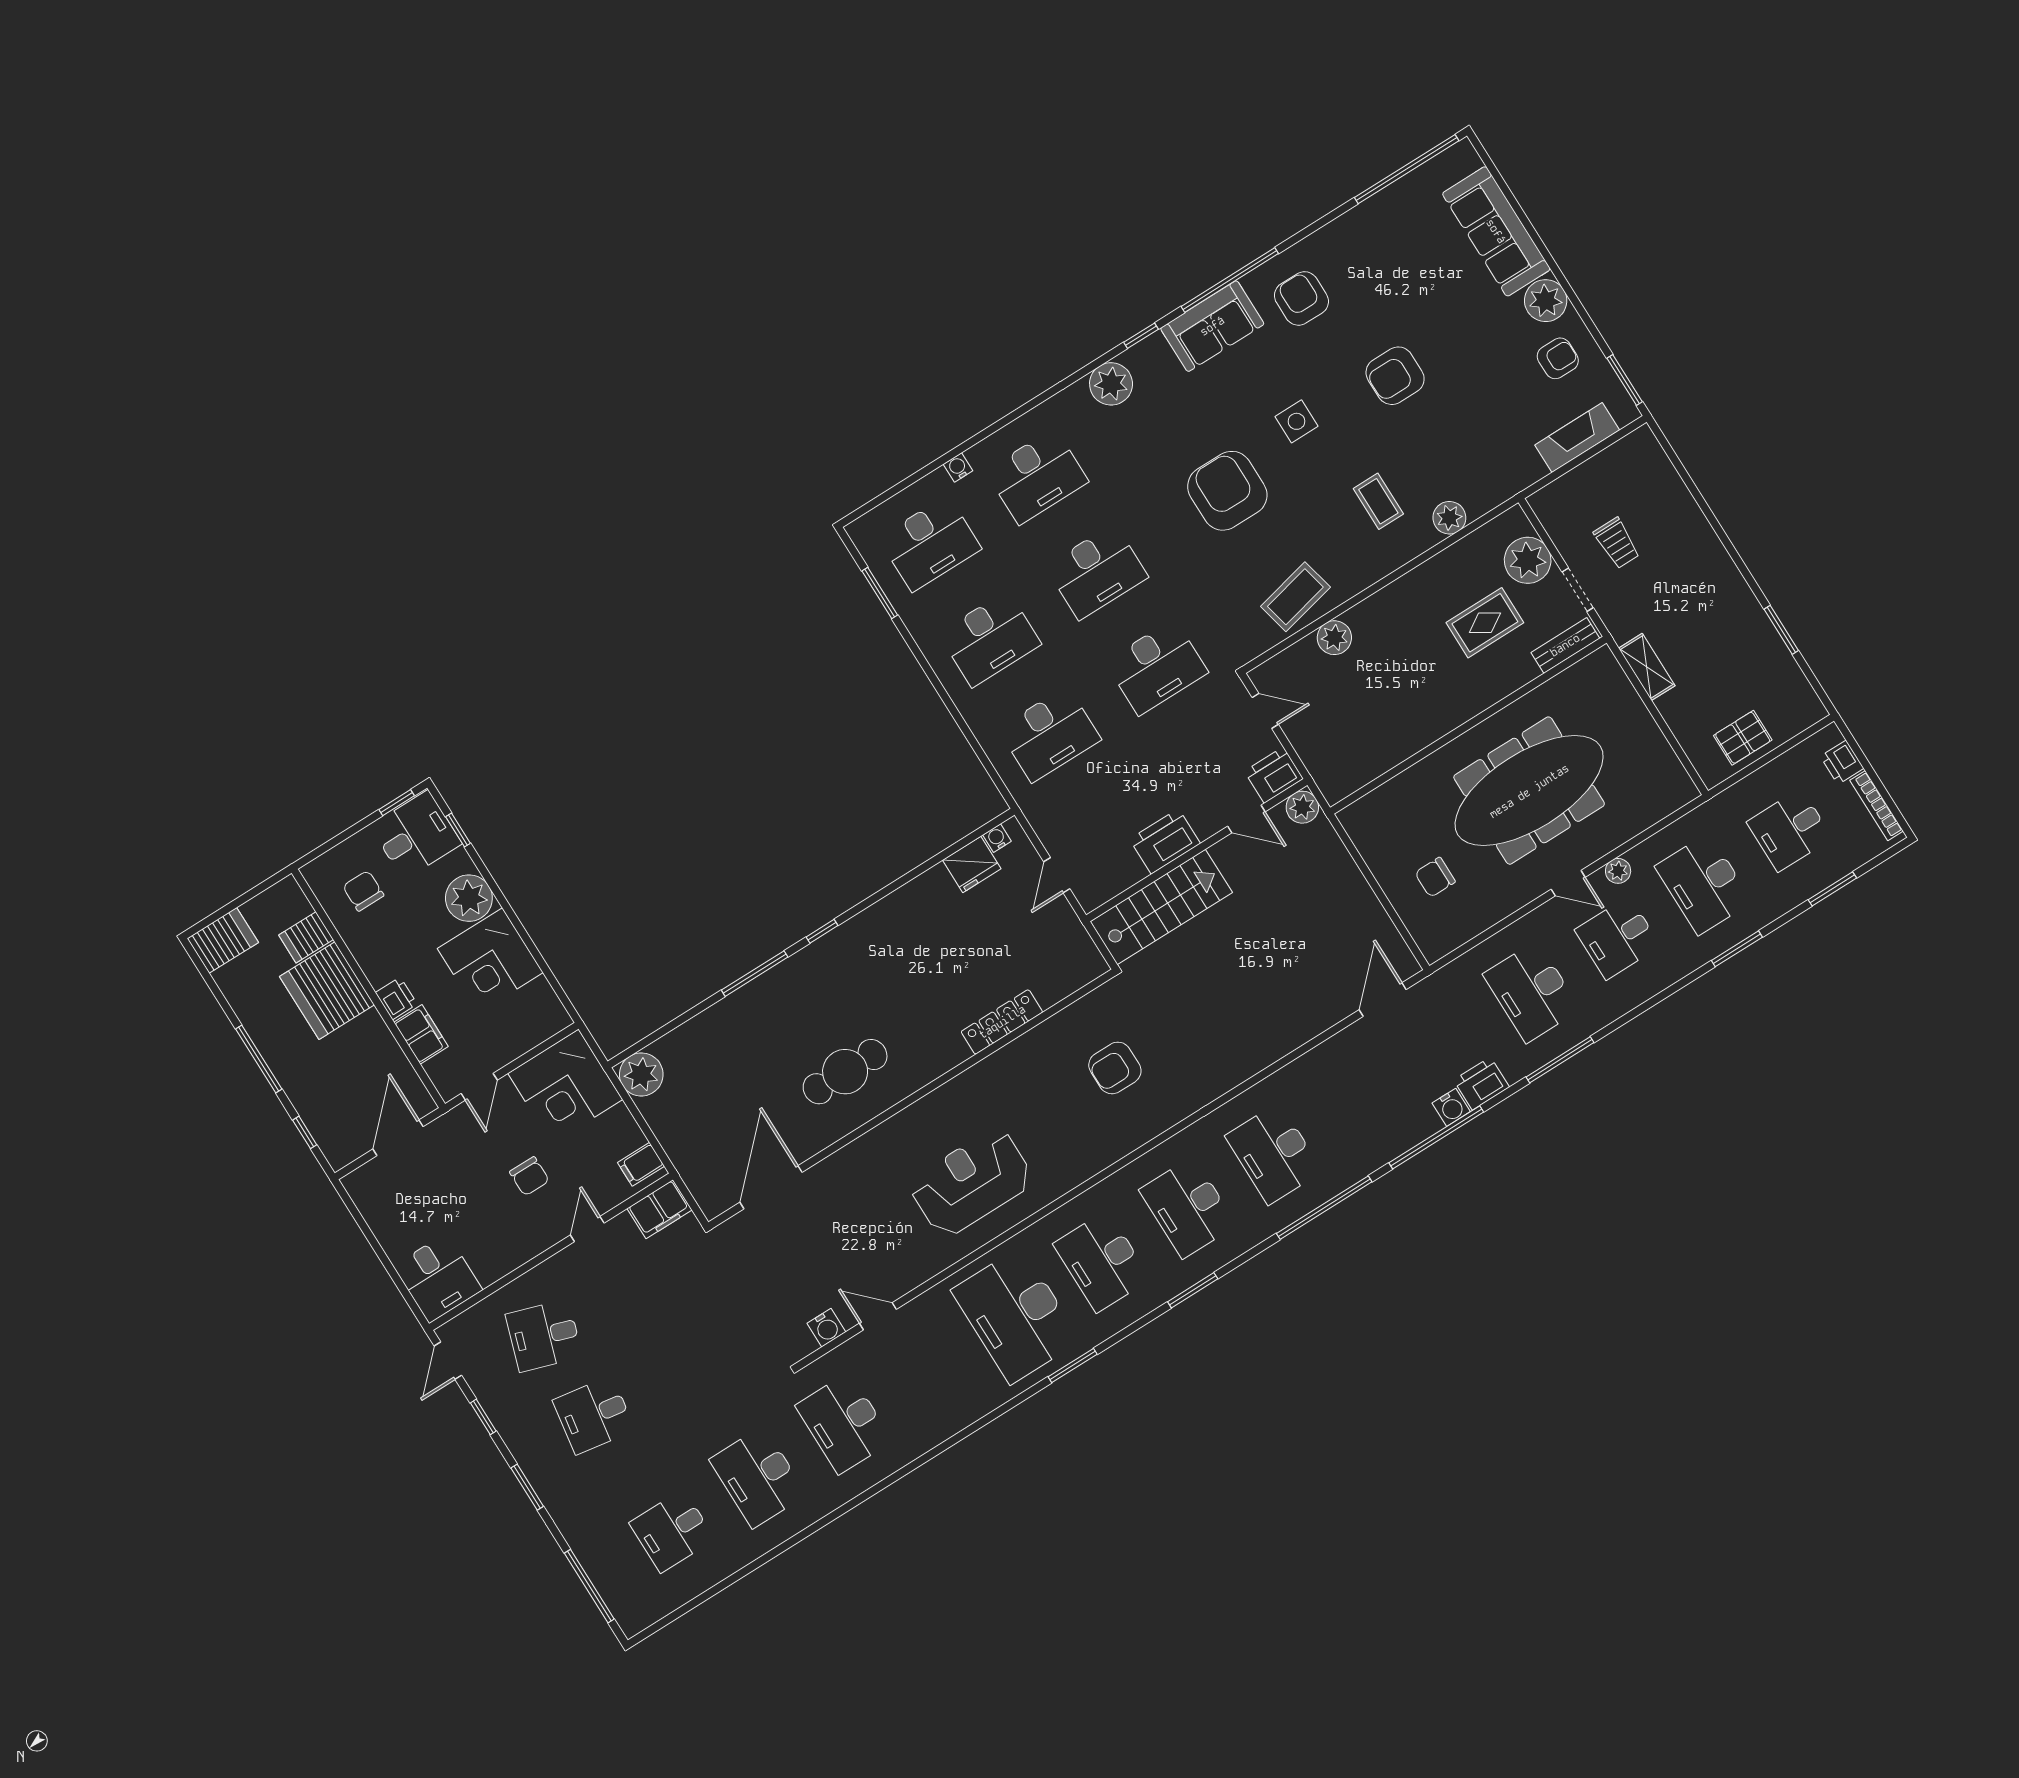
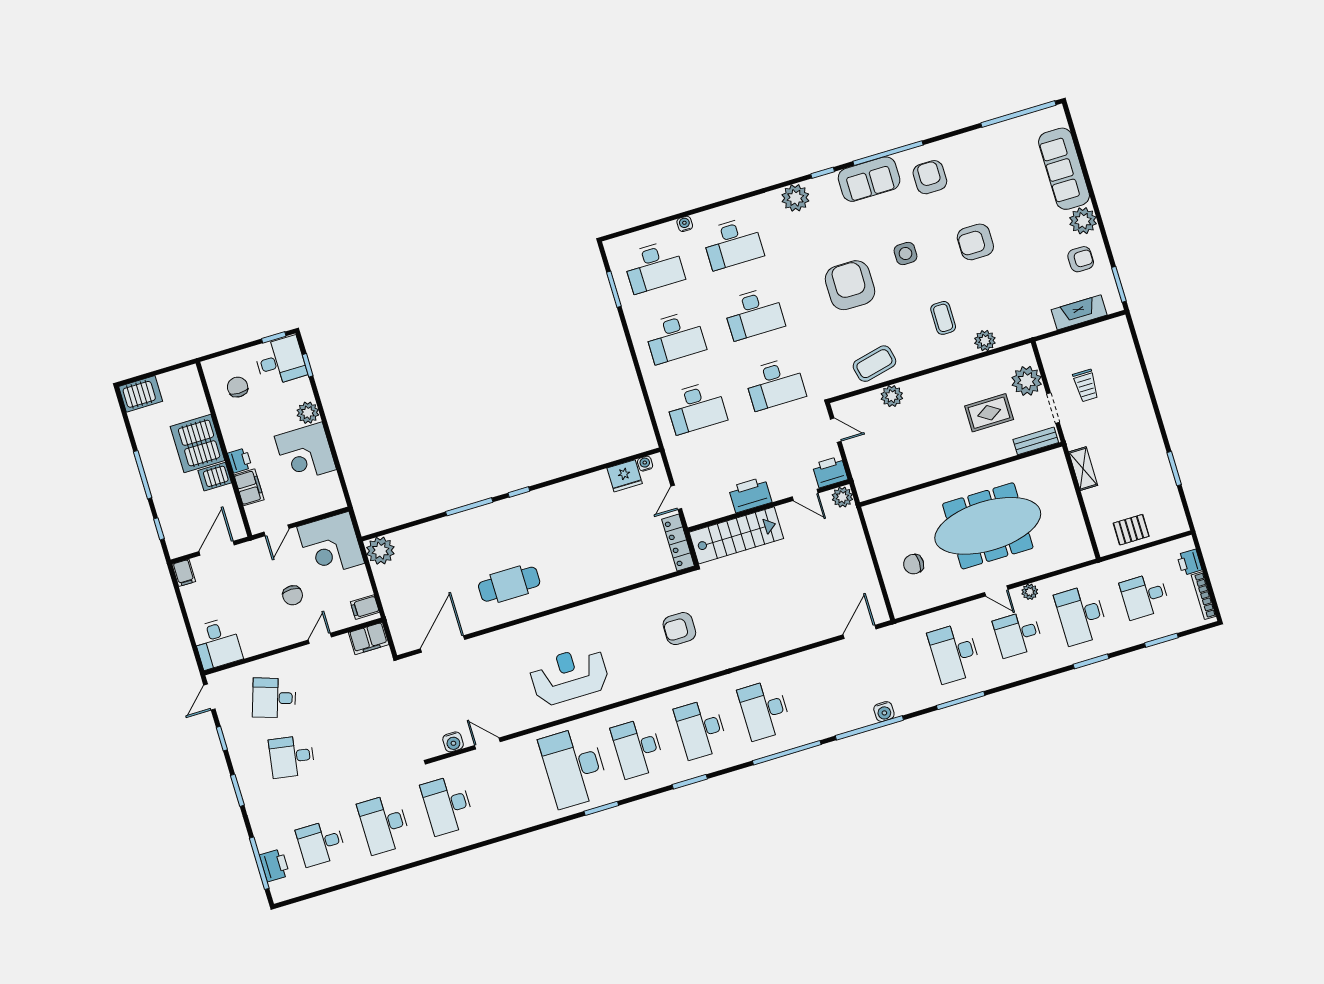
plant: (469, 898) -> (308, 413), width x0.73, depth x0.73
server rack: (306, 937) -> (215, 477), moved
locker: (1002, 1022) -> (678, 543), moved, turned -90
printer: (1481, 1084) -> (275, 865), moved, turned 90
filing cabinet: (359, 1187) -> (184, 573), added

